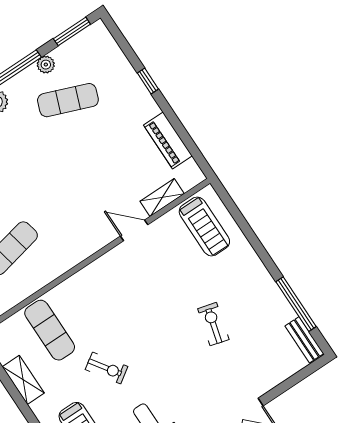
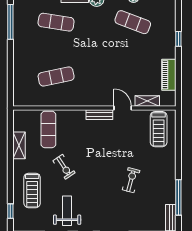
bench: (108, 261) -> (99, 115), added

